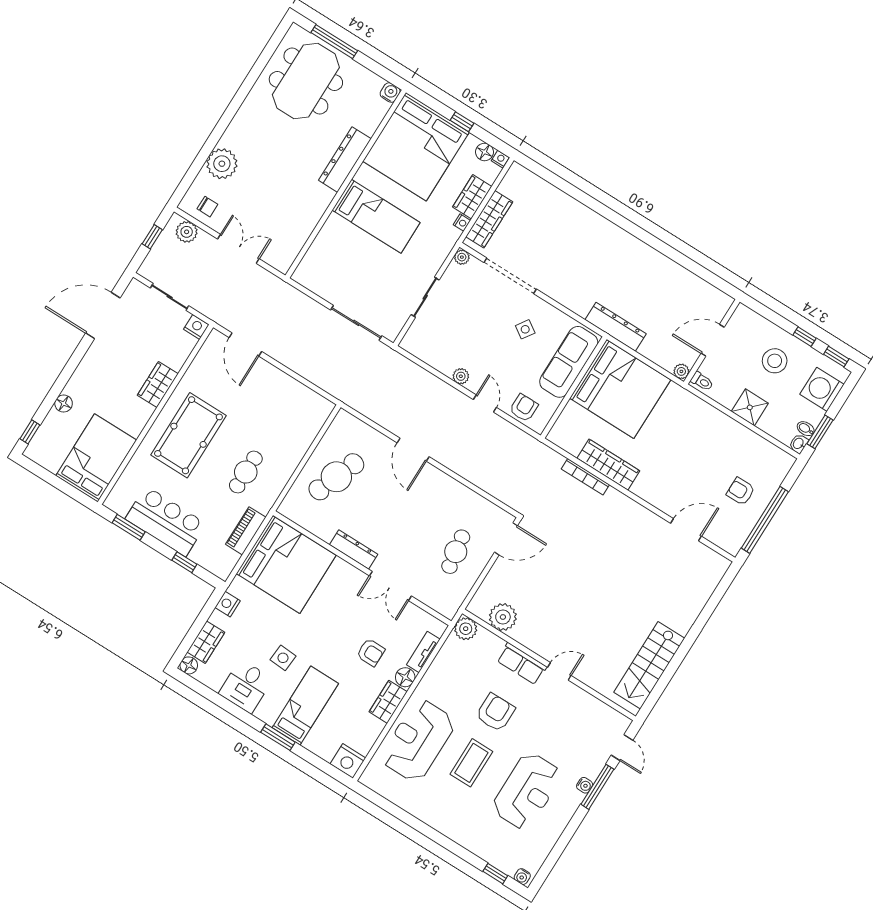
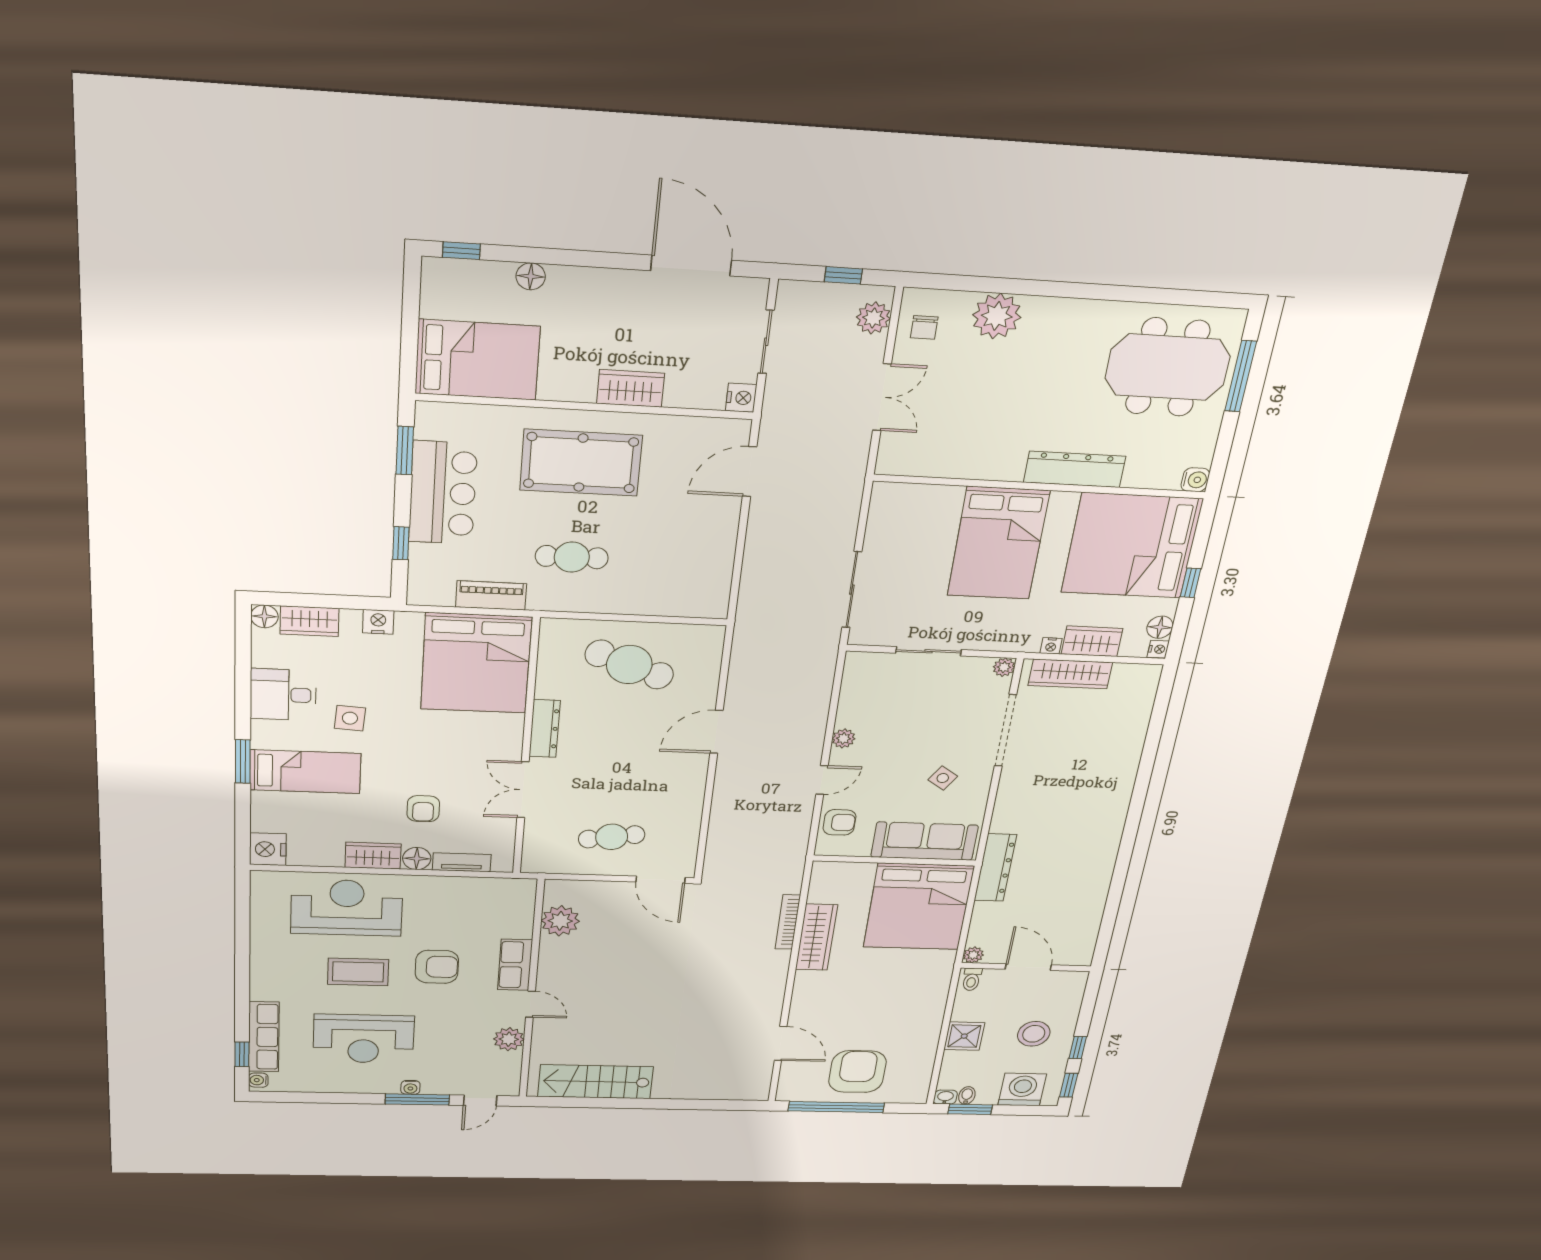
bed: (376, 216) -> (998, 543), width x1.50
armchair: (741, 491) -> (857, 1072), width x1.88, depth x1.88
plant: (466, 629) -> (509, 1039), moved
row of seats: (489, 851) -> (264, 1037), added

